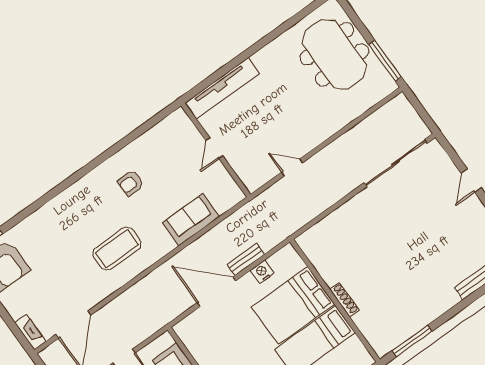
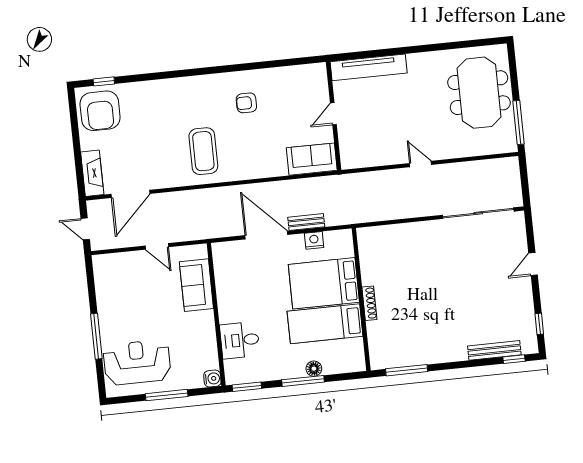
door: (292, 167) -> (420, 164), moved
sofa: (191, 220) -> (312, 159), moved
coffee table: (117, 249) -> (203, 151), turned 90
fireplace: (30, 332) -> (92, 173), width x1.37, depth x1.32

